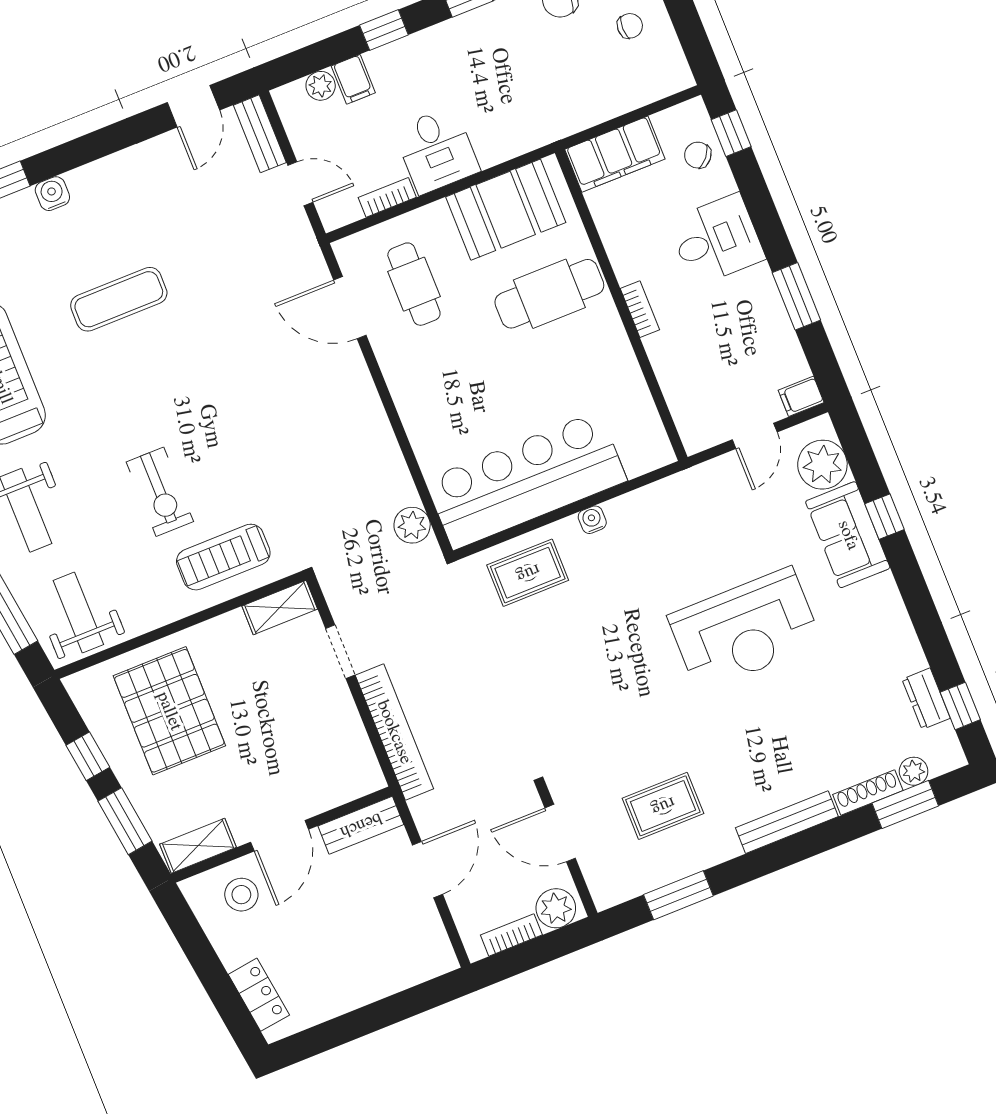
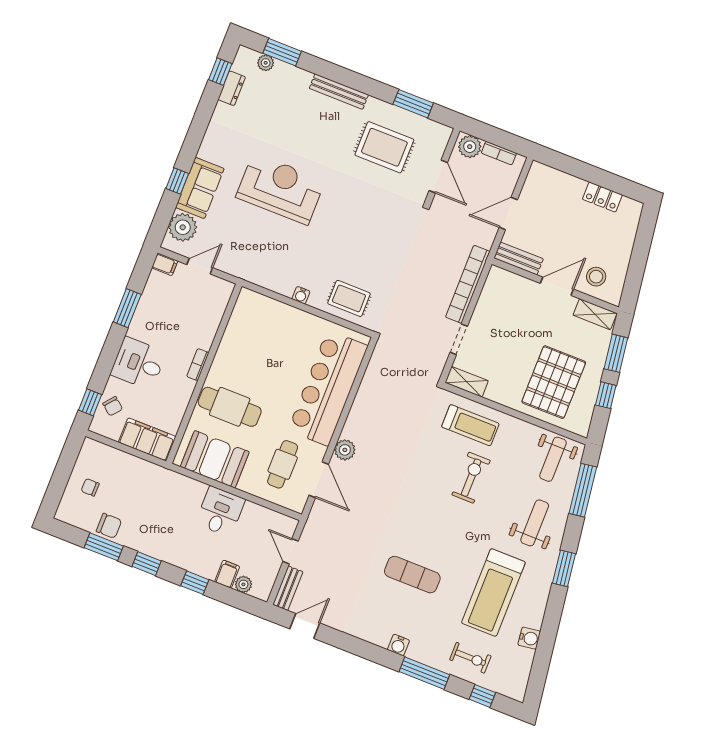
bookcase: (387, 197) -> (260, 511), removed
bar counter: (526, 480) -> (328, 388), moved, turned 90
plant: (412, 525) -> (345, 450), moved
shoe rack: (868, 792) -> (293, 72), removed
rug: (663, 806) -> (384, 147), width x1.36, depth x1.43
locker: (259, 995) -> (602, 197), moved, turned -82

